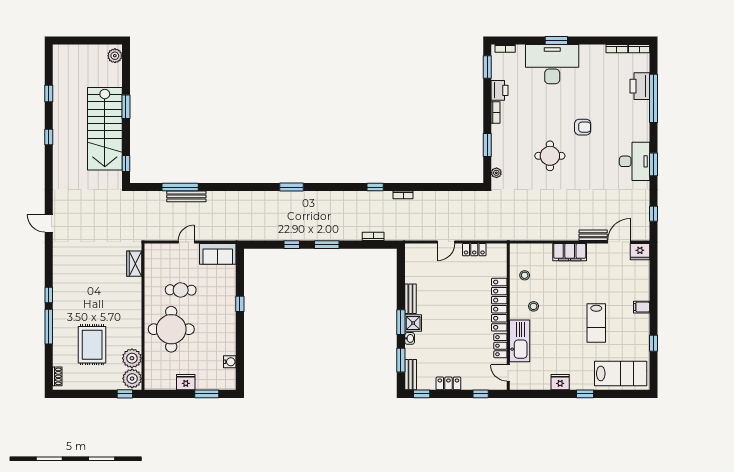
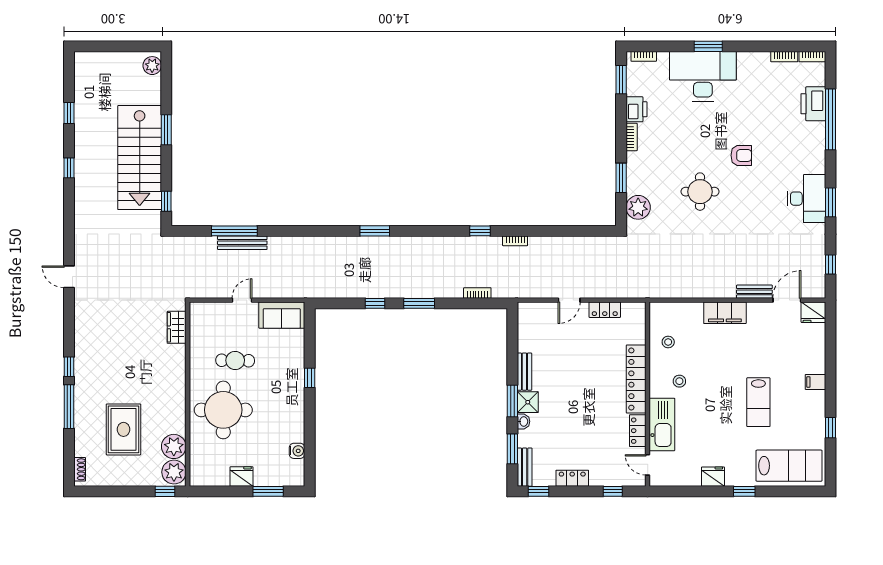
plant: (496, 173) -> (638, 207), width x1.88, depth x1.88

